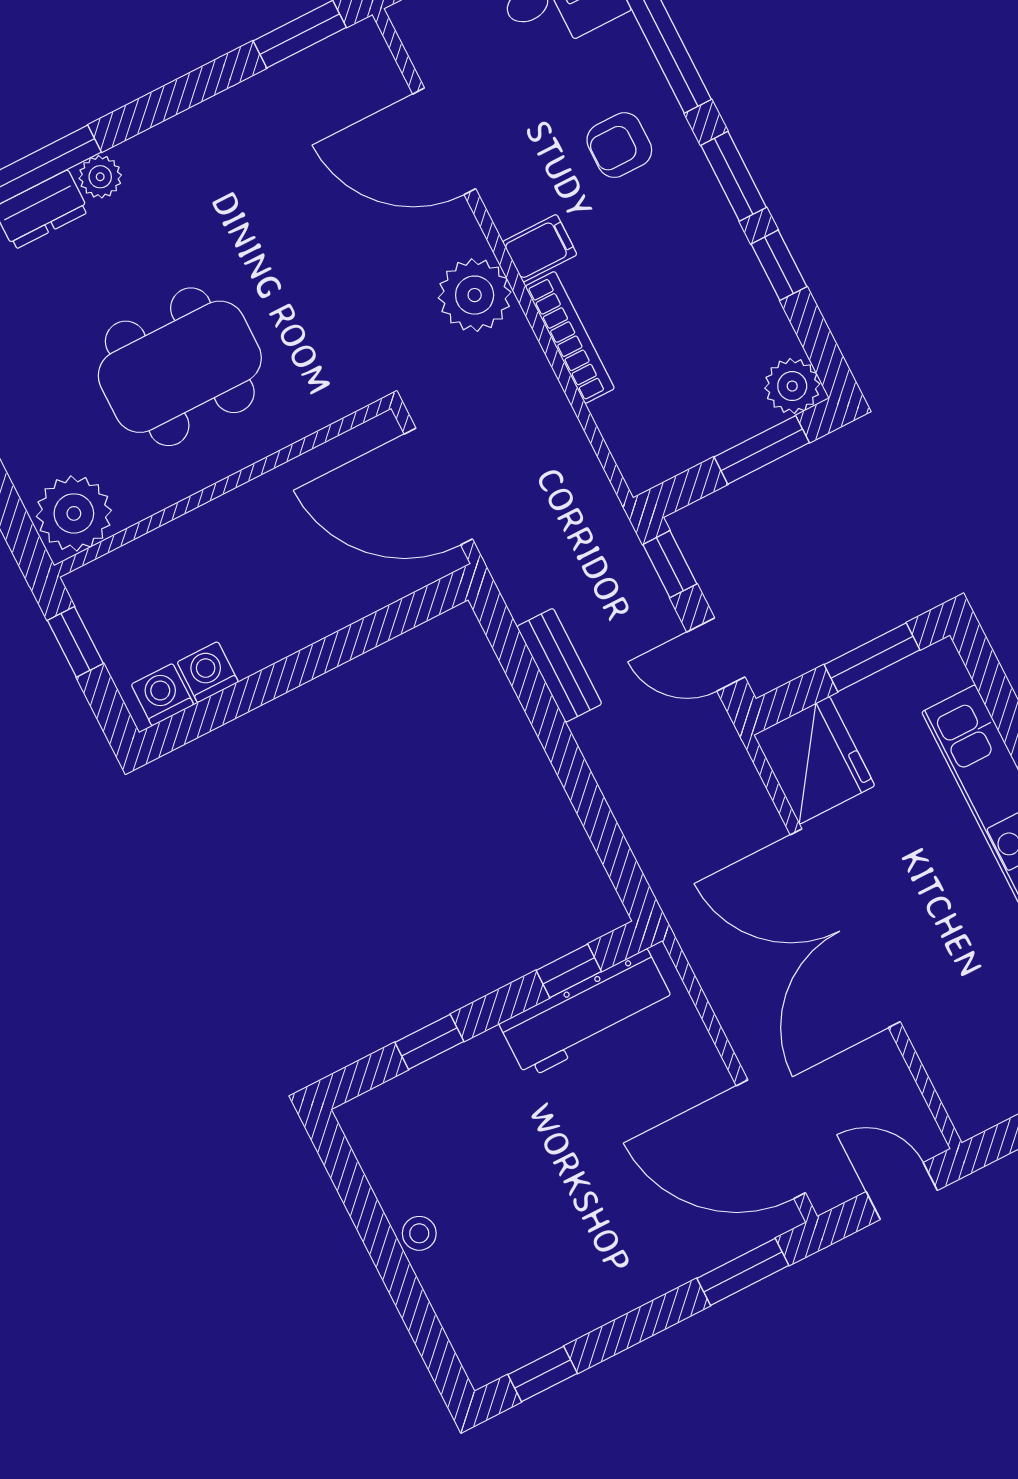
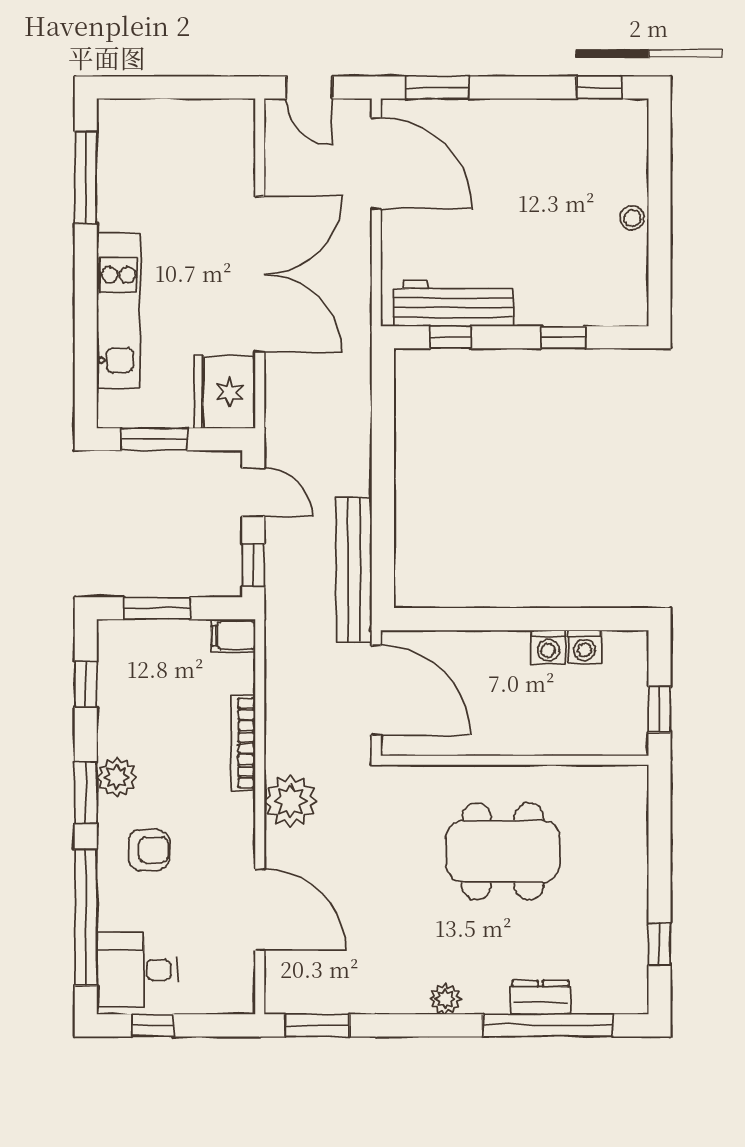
plant: (100, 177) -> (445, 999), moved
filing cabinet: (540, 248) -> (233, 636), moved
window: (779, 265) -> (86, 684), moved
plant: (792, 386) -> (117, 777), moved
plant: (74, 513) -> (619, 792), removed
bench: (559, 665) -> (354, 570), width x1.86, depth x1.21
washing machine: (162, 695) -> (548, 647), moved

